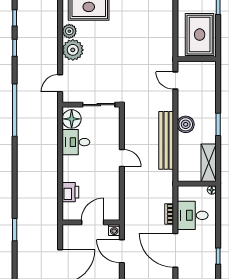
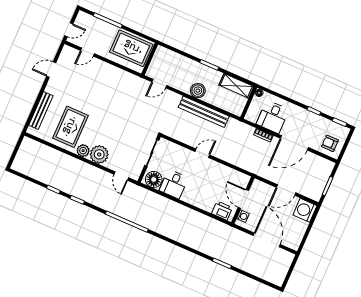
printer: (70, 192) -> (222, 211), moved
washing machine: (114, 230) -> (243, 216), moved
door: (122, 251) -> (286, 190), moved

